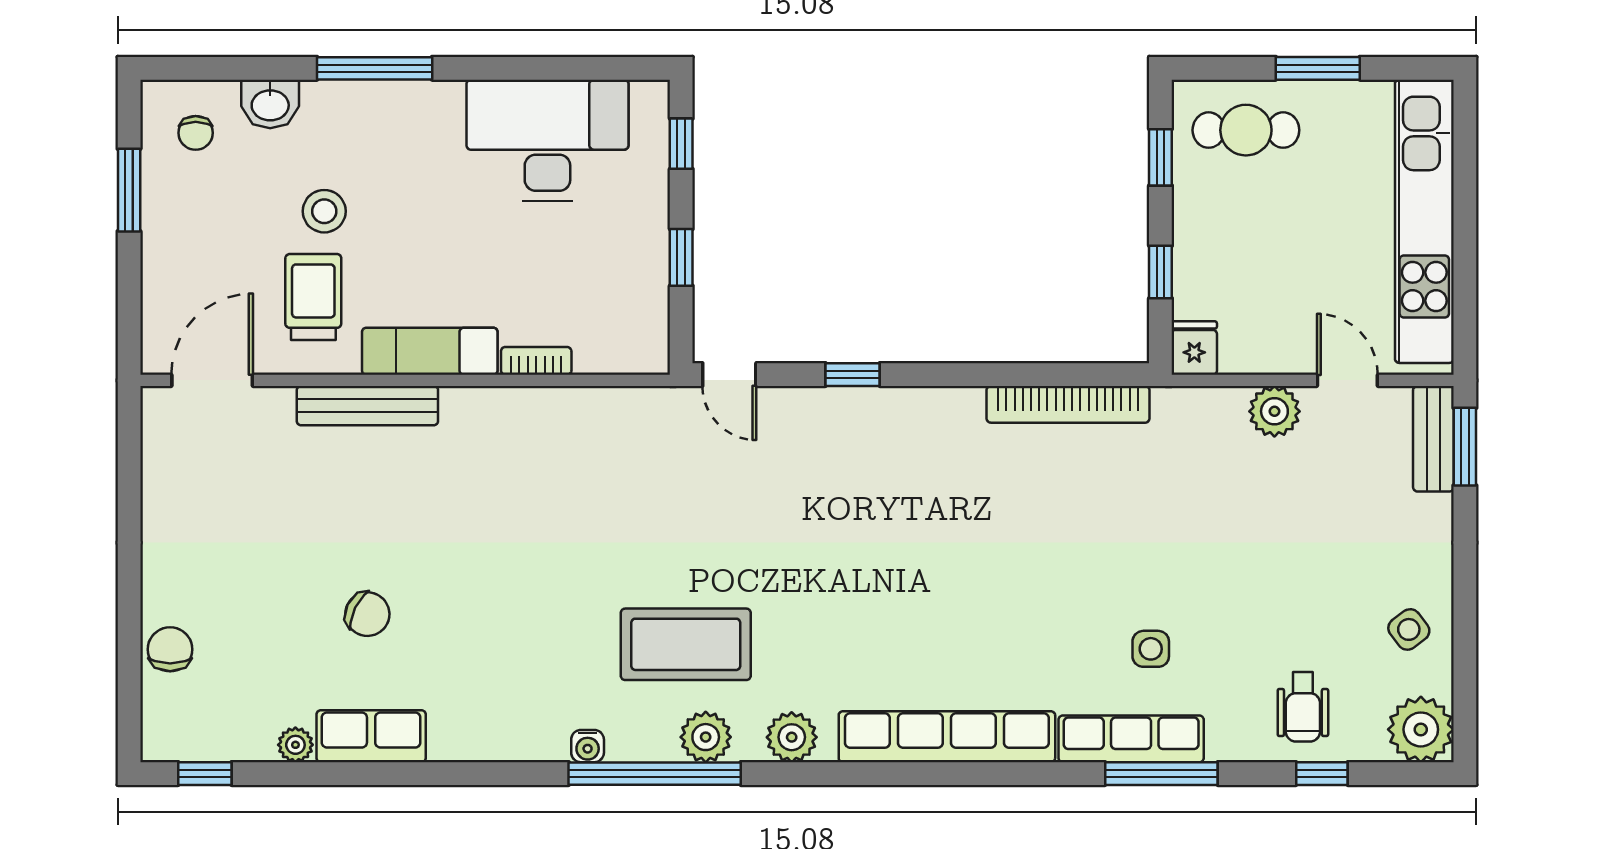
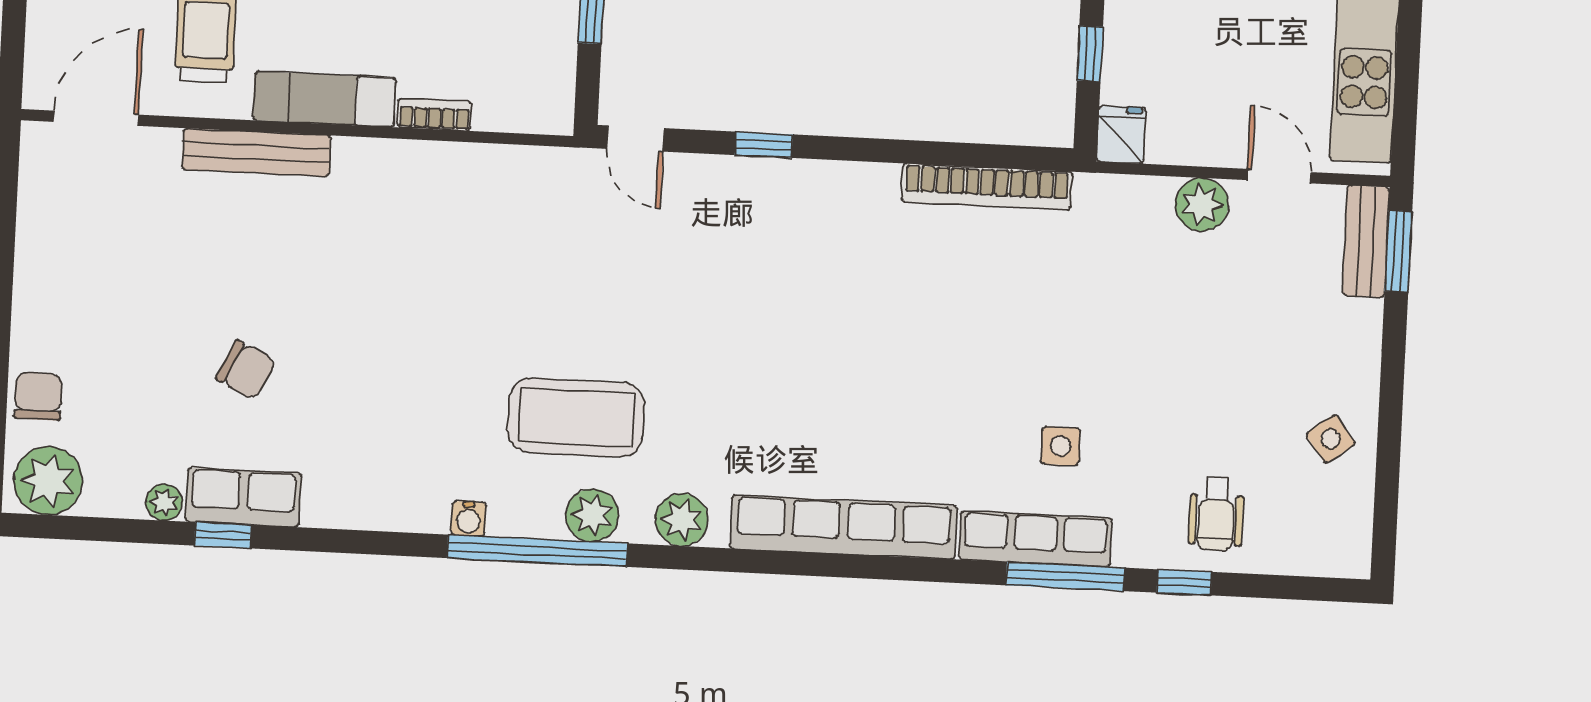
plant: (1421, 729) -> (48, 481), moved
window: (205, 774) -> (223, 535), moved
window: (1322, 774) -> (1184, 582), moved

